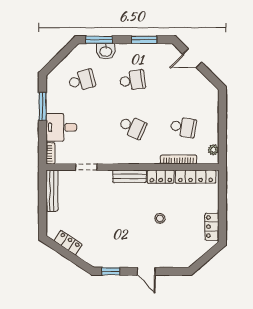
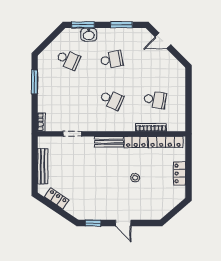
school desk: (82, 80) -> (68, 60), turned 39
desk: (61, 127) -> (51, 100), removed
plant: (213, 150) -> (181, 119), removed
bench: (52, 191) -> (43, 166), moved
locker: (212, 227) -> (180, 173), moved

